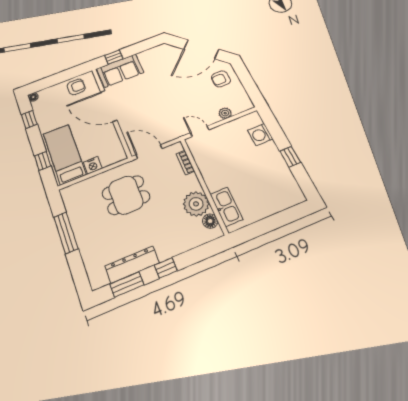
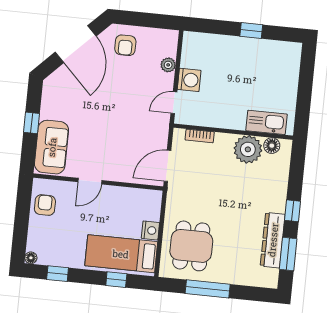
window: (114, 57) -> (31, 123), moved
door: (109, 106) -> (90, 181), width x0.53
washing machine: (260, 135) -> (189, 80), moved, turned -90
dining table: (126, 195) -> (191, 246), moved

